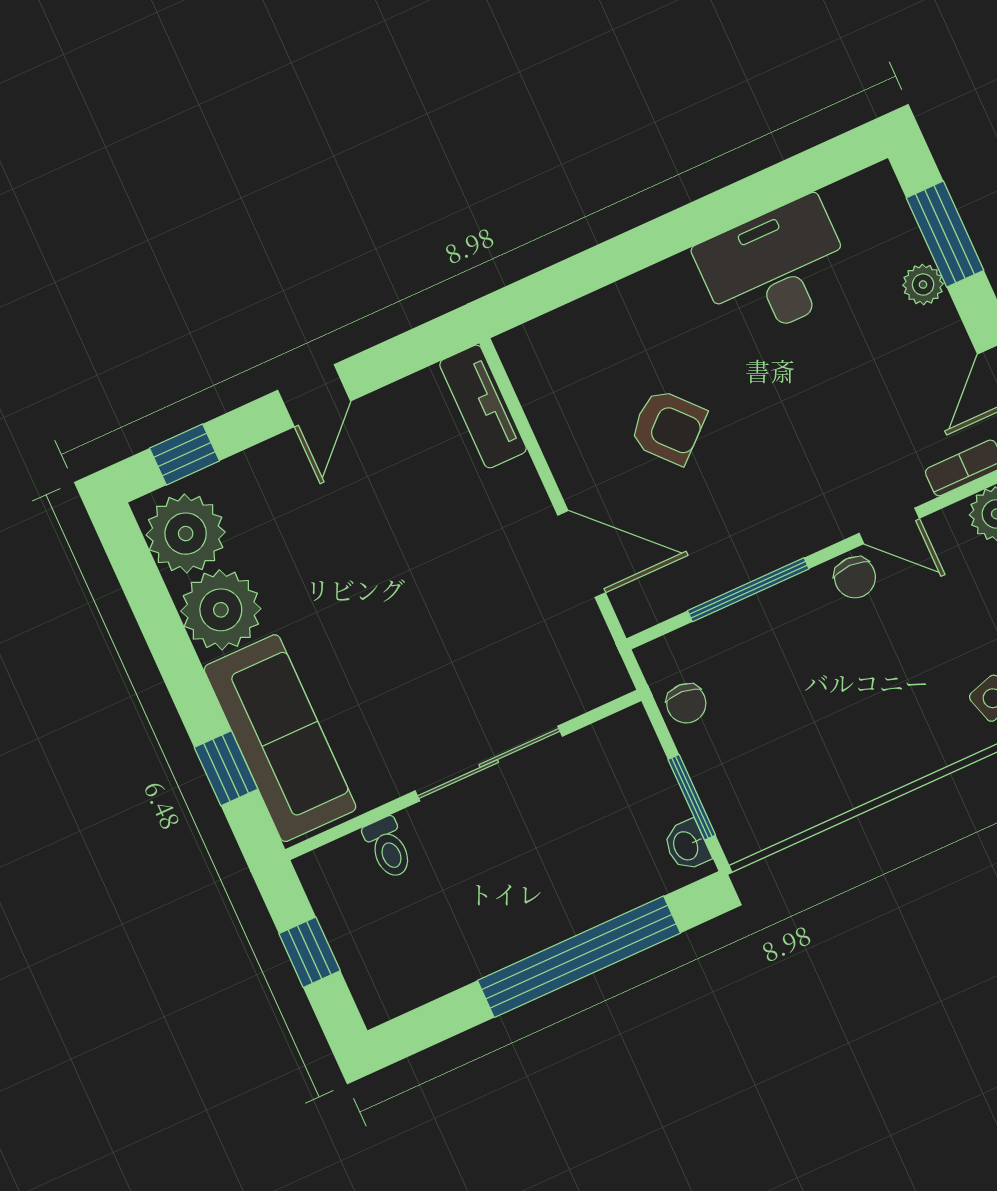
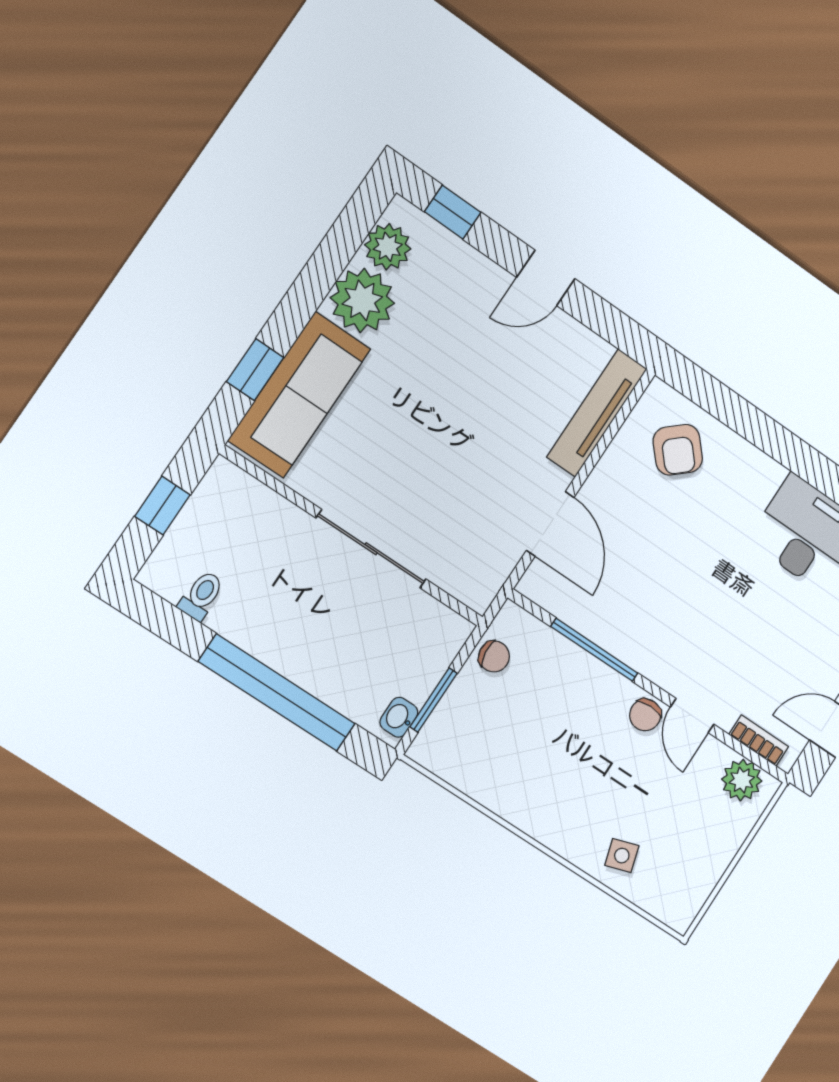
tv unit: (483, 406) -> (597, 413), width x1.41
armchair: (668, 427) -> (678, 450), moved
plant: (186, 534) -> (388, 247), width x0.73, depth x0.73
chair: (686, 703) -> (494, 656), turned -101
toilet: (388, 848) -> (201, 596), moved, turned 180

